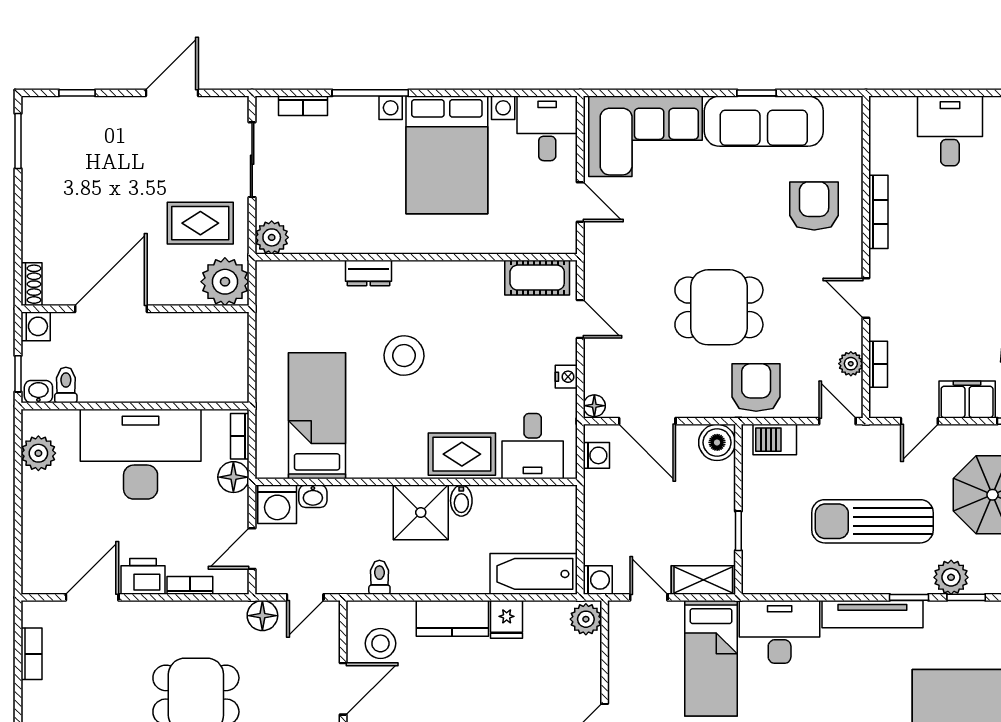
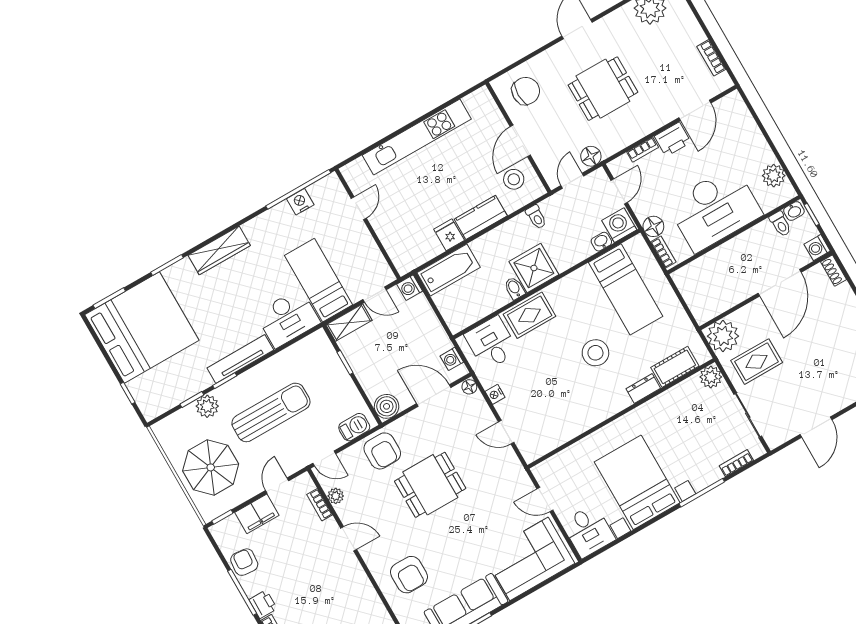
bookcase: (878, 212) -> (370, 592), removed
cot: (537, 278) -> (675, 367), moved
plant: (586, 619) -> (404, 261), removed

